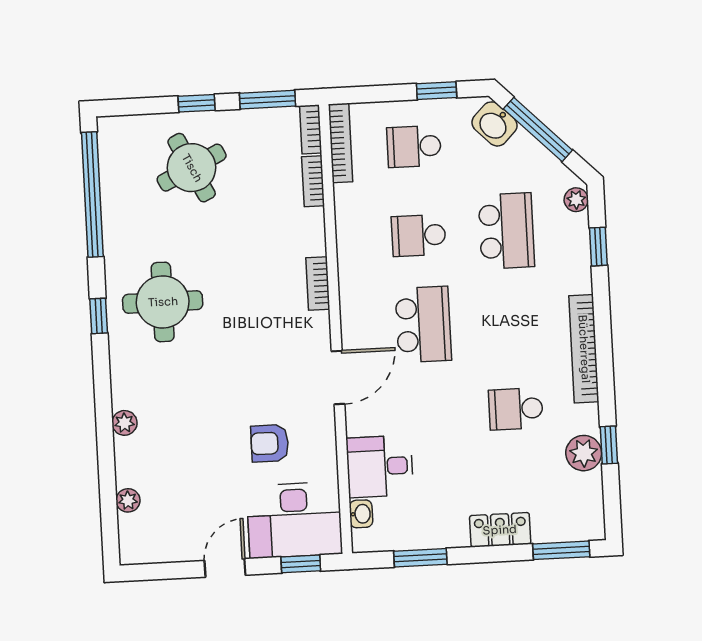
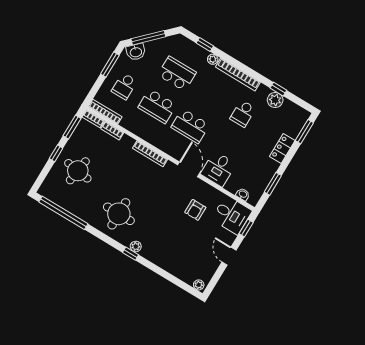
window: (437, 91) -> (110, 65), width x1.50
round table: (192, 168) -> (78, 171), turned 34
plant: (576, 200) -> (213, 59), moved
school desk: (419, 235) -> (157, 106), width x1.85
bookcase: (318, 283) -> (150, 154), width x1.56
window: (99, 316) -> (131, 254), moved
school desk: (423, 324) -> (190, 126), turned 180
plant: (124, 423) -> (136, 246), moved
desk: (380, 466) -> (218, 169), moved
plant: (128, 500) -> (199, 285), moved
desk: (295, 520) -> (232, 215), width x0.73

